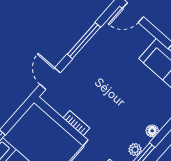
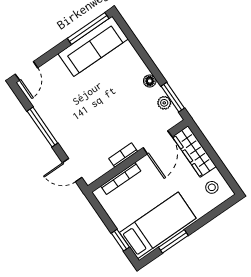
bookcase: (54, 126) -> (121, 178), added

